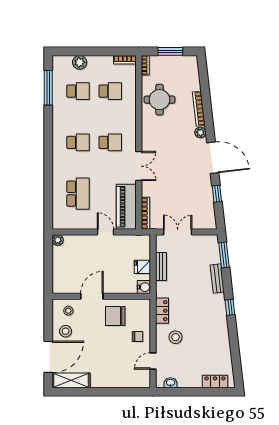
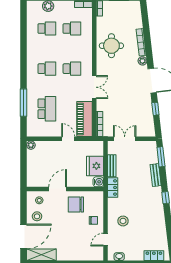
window: (48, 88) -> (24, 103), moved
round table: (159, 100) -> (111, 46), moved
fridge: (142, 267) -> (95, 166), width x1.88, depth x1.34
locker: (162, 311) -> (113, 187), moved

